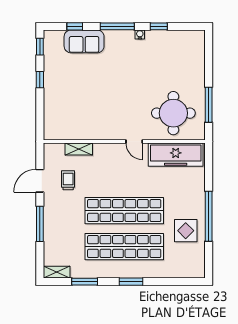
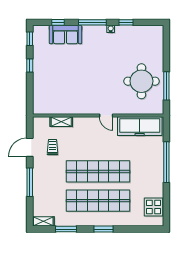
round table: (173, 113) -> (141, 81), moved
window: (209, 216) -> (166, 162), moved
display table: (186, 231) -> (154, 207), moved

